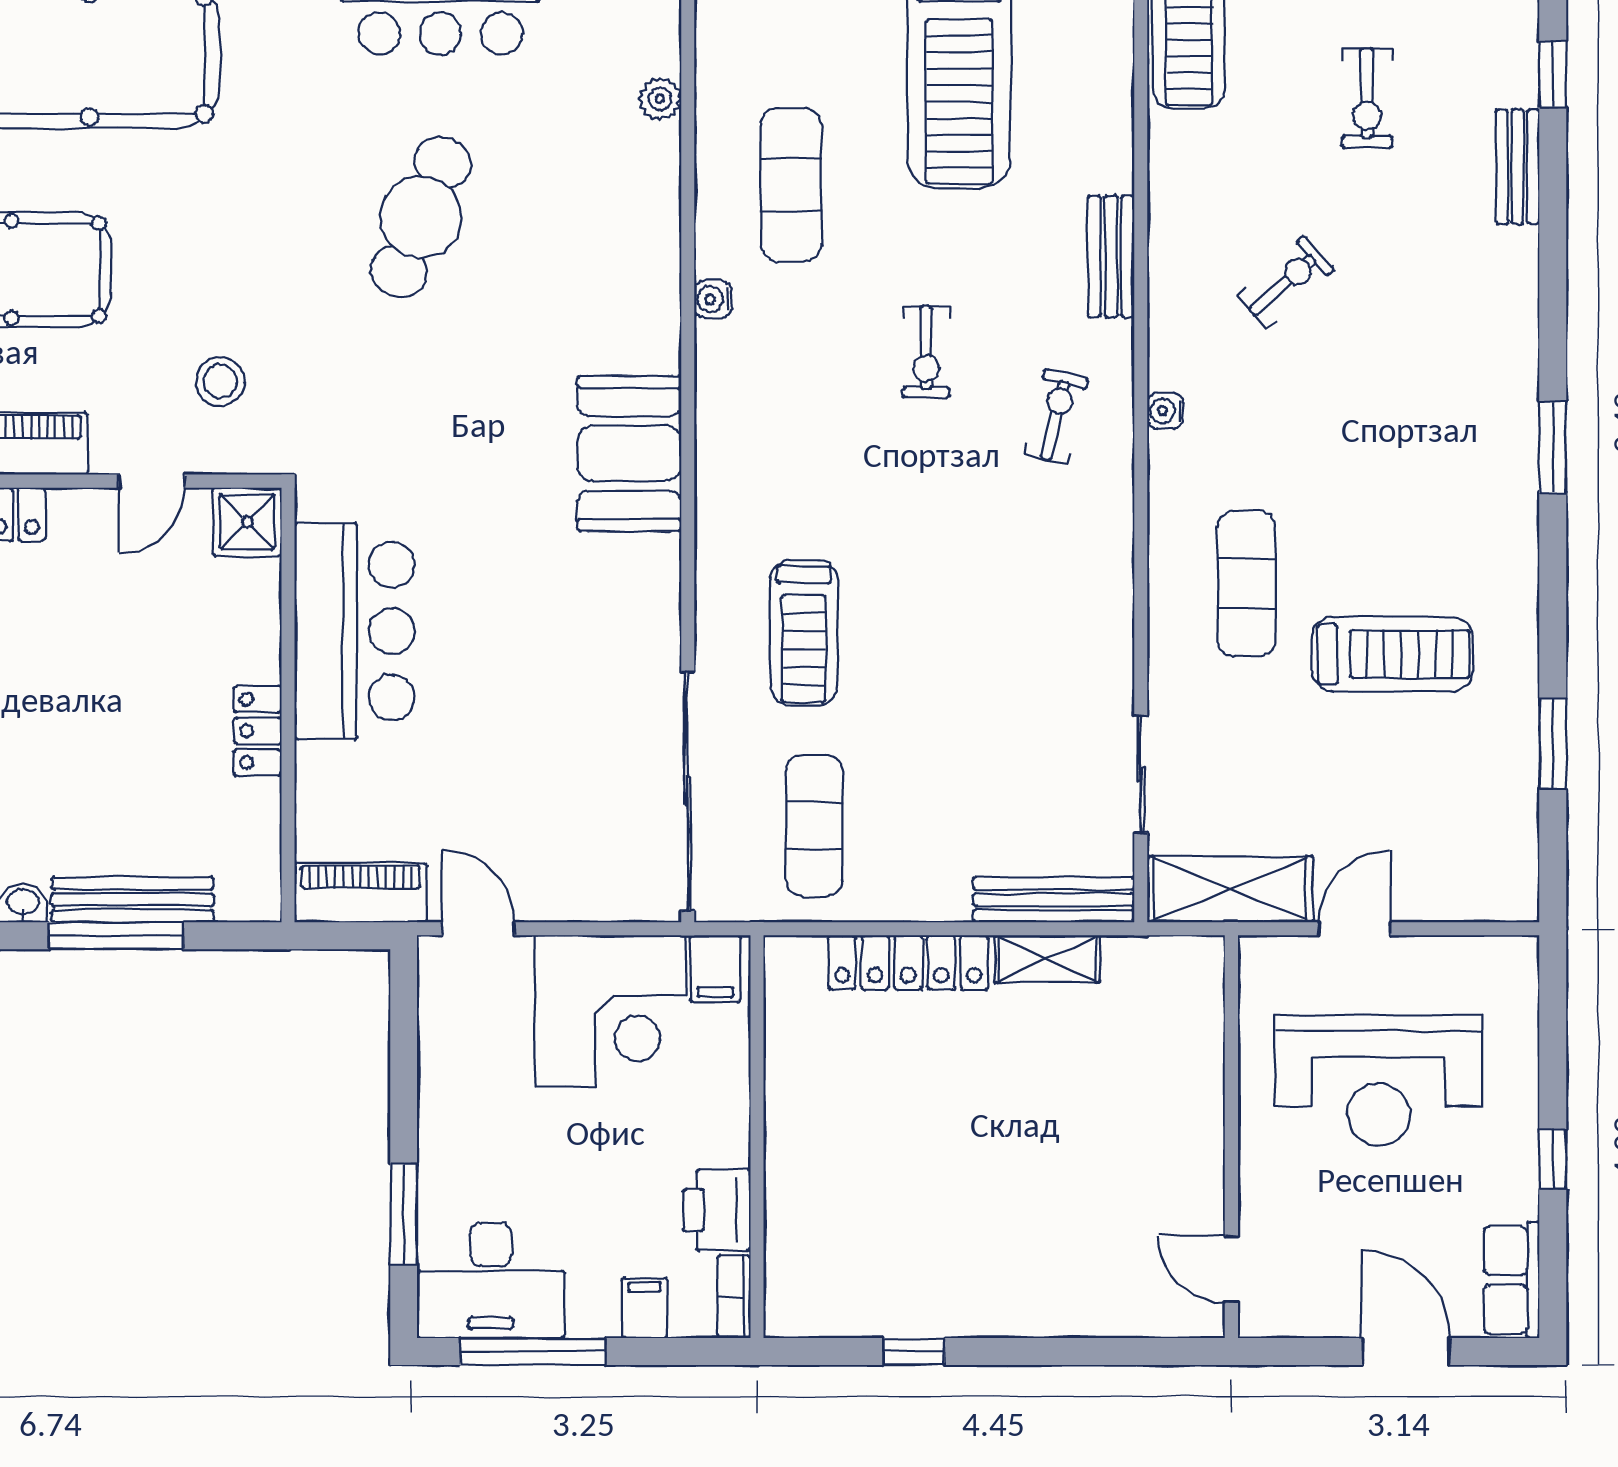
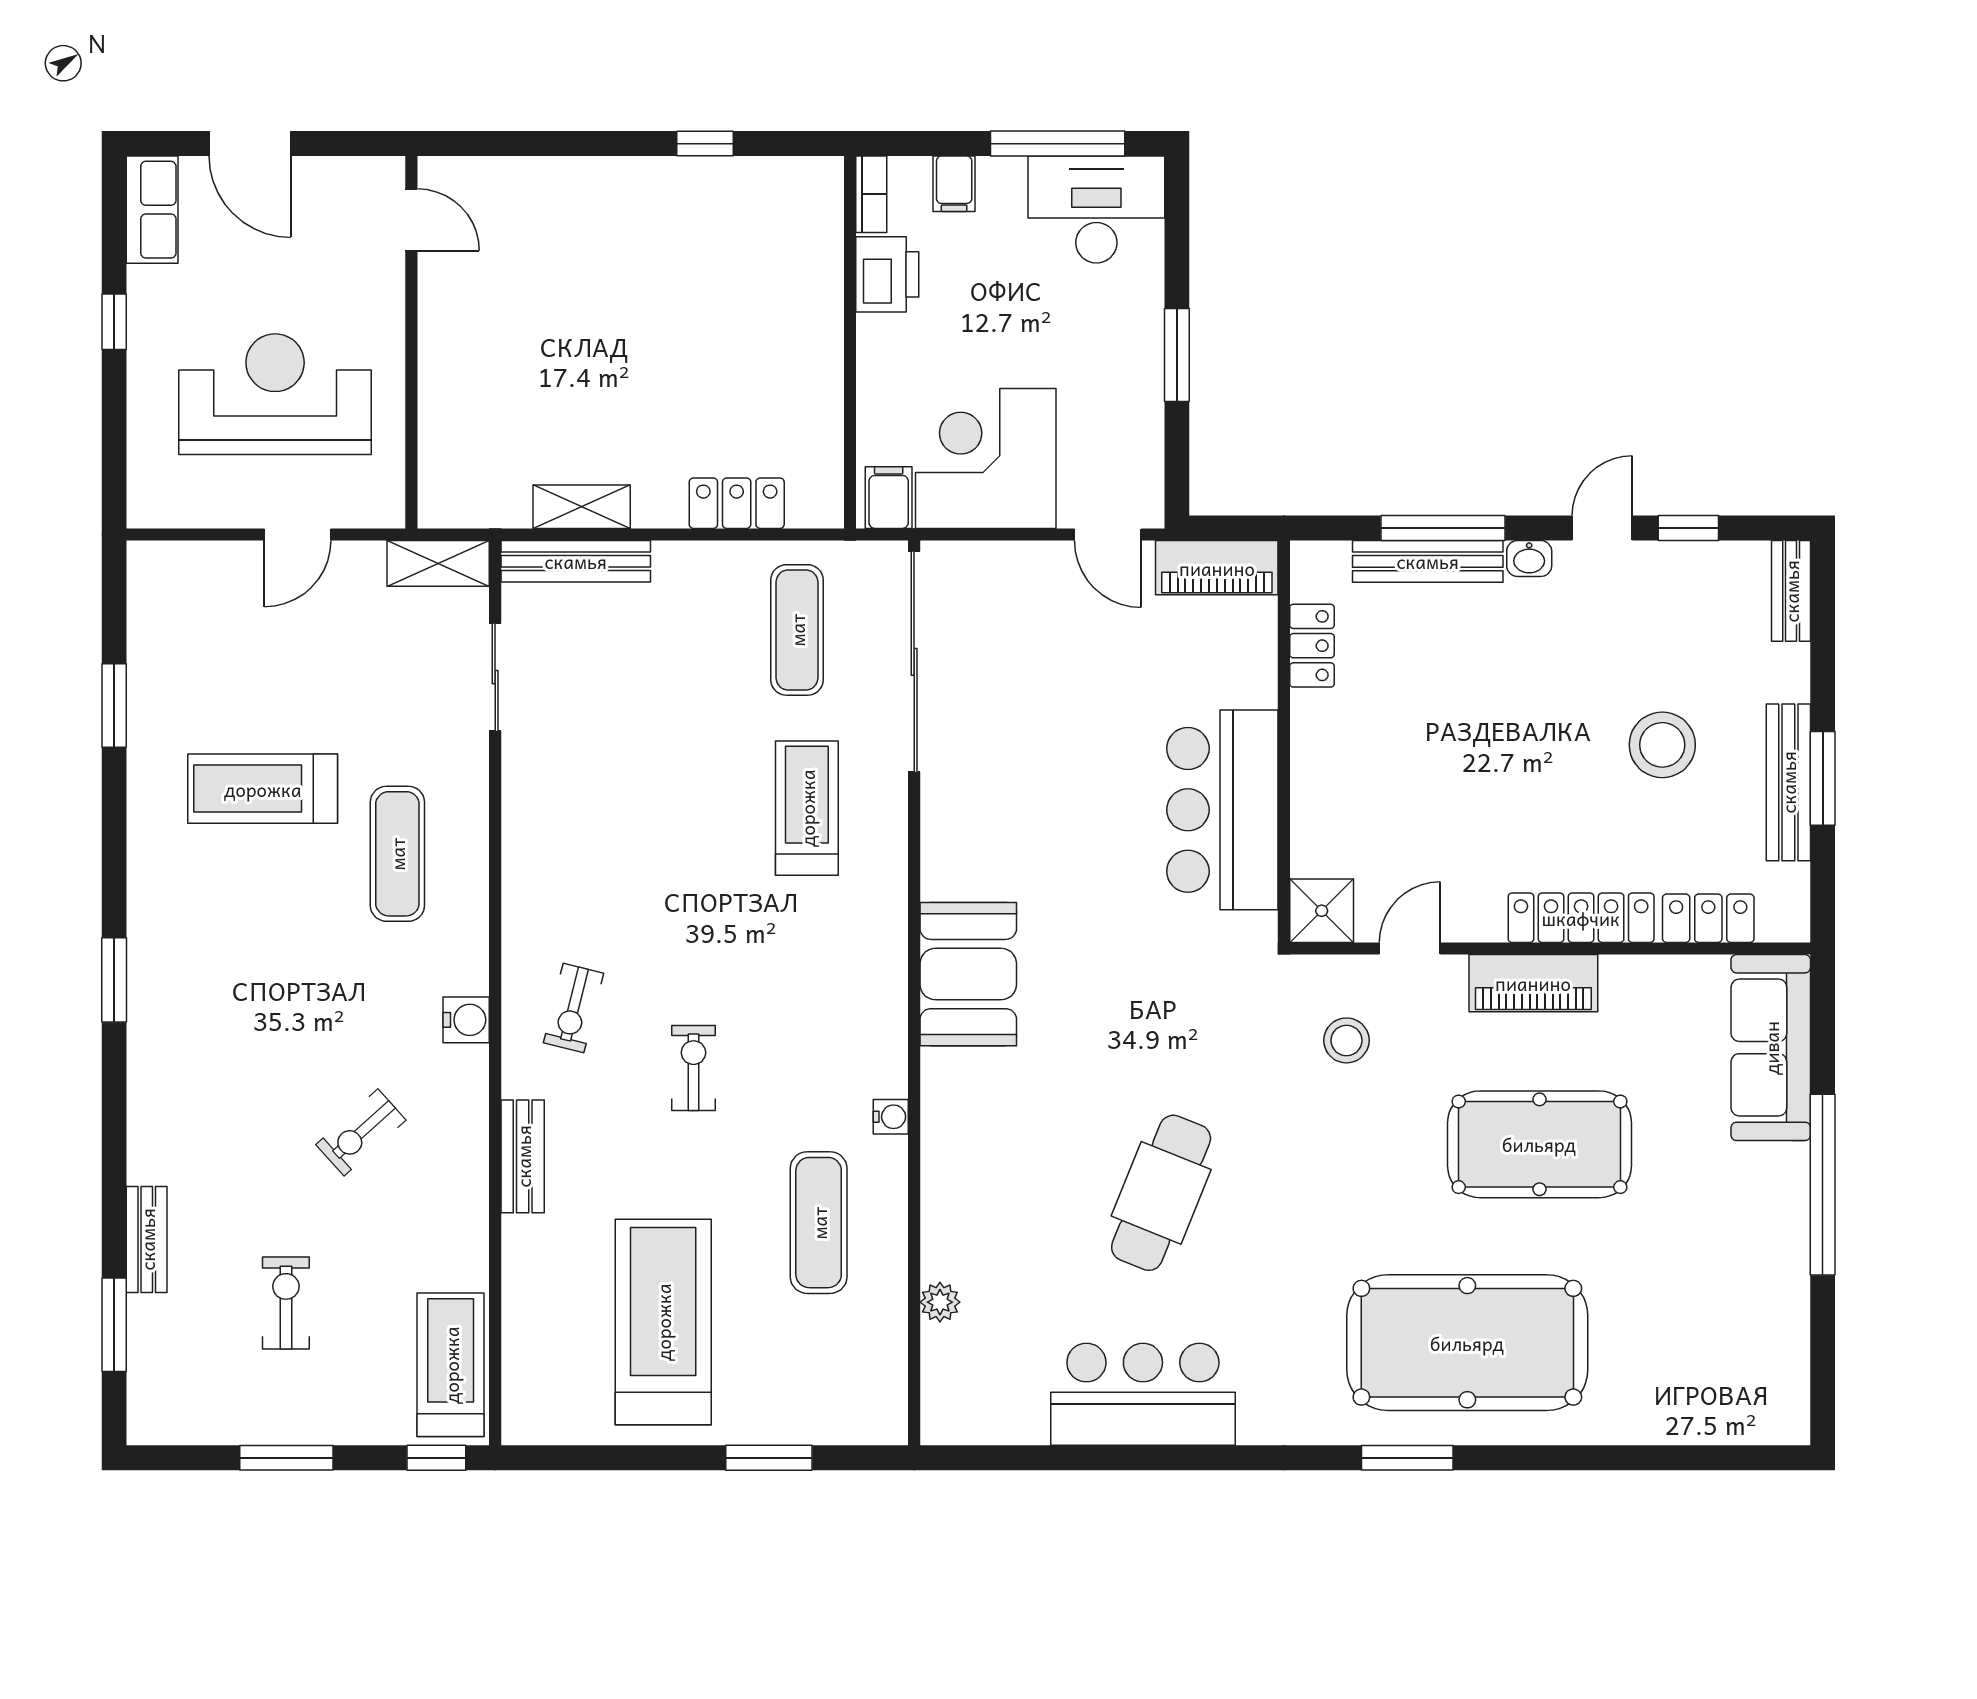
window: (1553, 74) -> (114, 1325), width x1.50
water cooler: (1165, 411) -> (466, 1020), width x1.38, depth x1.38
locker: (258, 731) -> (1312, 646), moved
shelving: (1230, 889) -> (438, 563), width x0.67, depth x0.75
locker: (908, 963) -> (737, 503), width x0.66
window: (404, 1214) -> (1177, 355), moved

